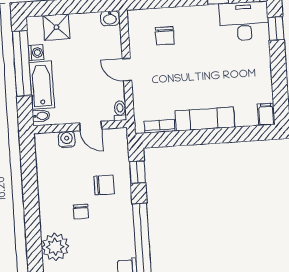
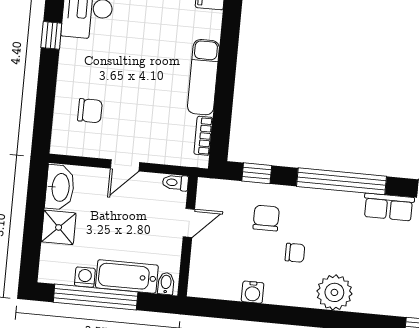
washbasin: (110, 18) -> (60, 187), width x1.91, depth x1.45
shower: (56, 27) -> (59, 227), moved
water cooler: (67, 139) -> (253, 292), moved, turned -90

